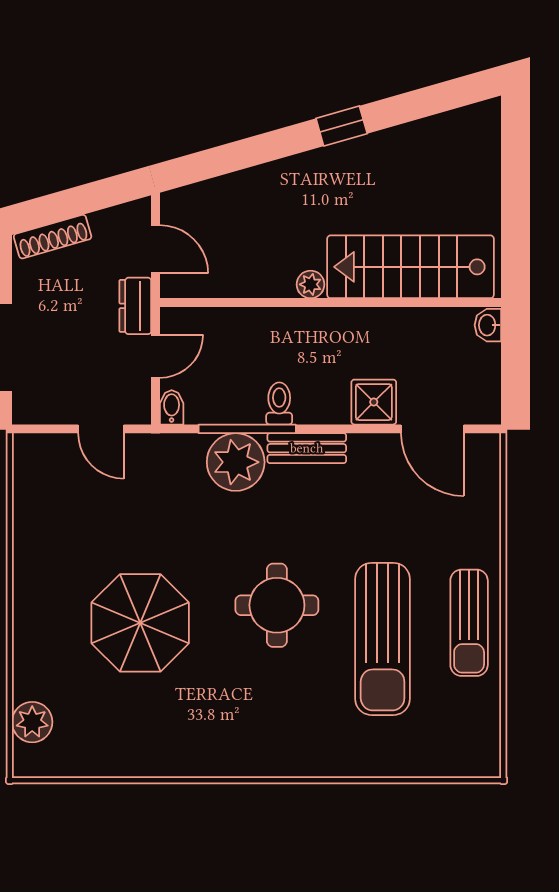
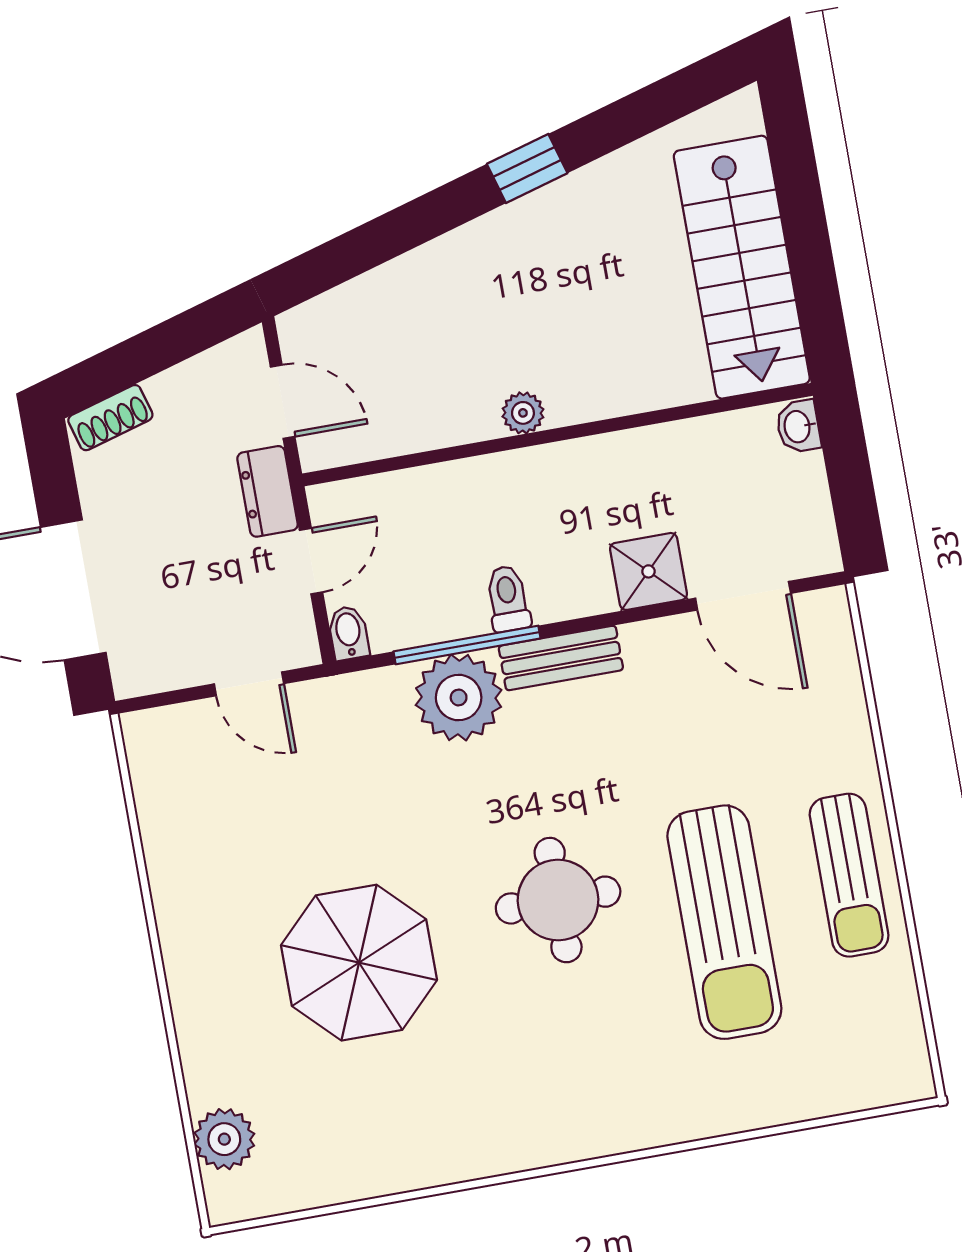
shoe rack: (53, 237) -> (110, 418), width x0.70
stairs: (411, 267) -> (742, 267), moved, turned -90

